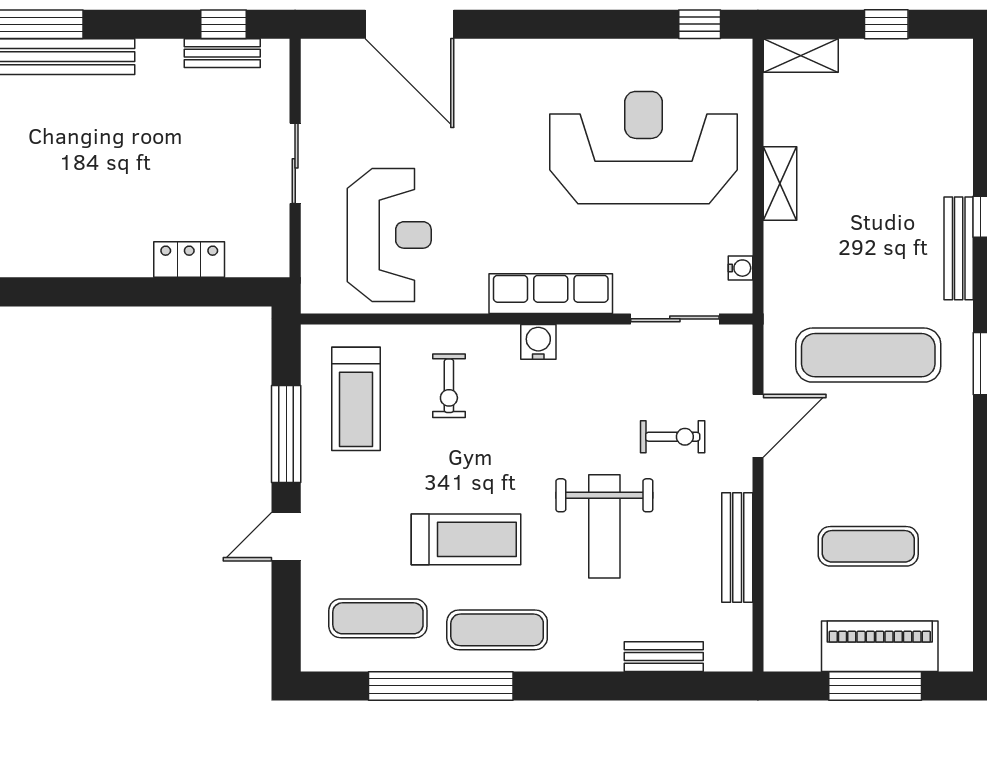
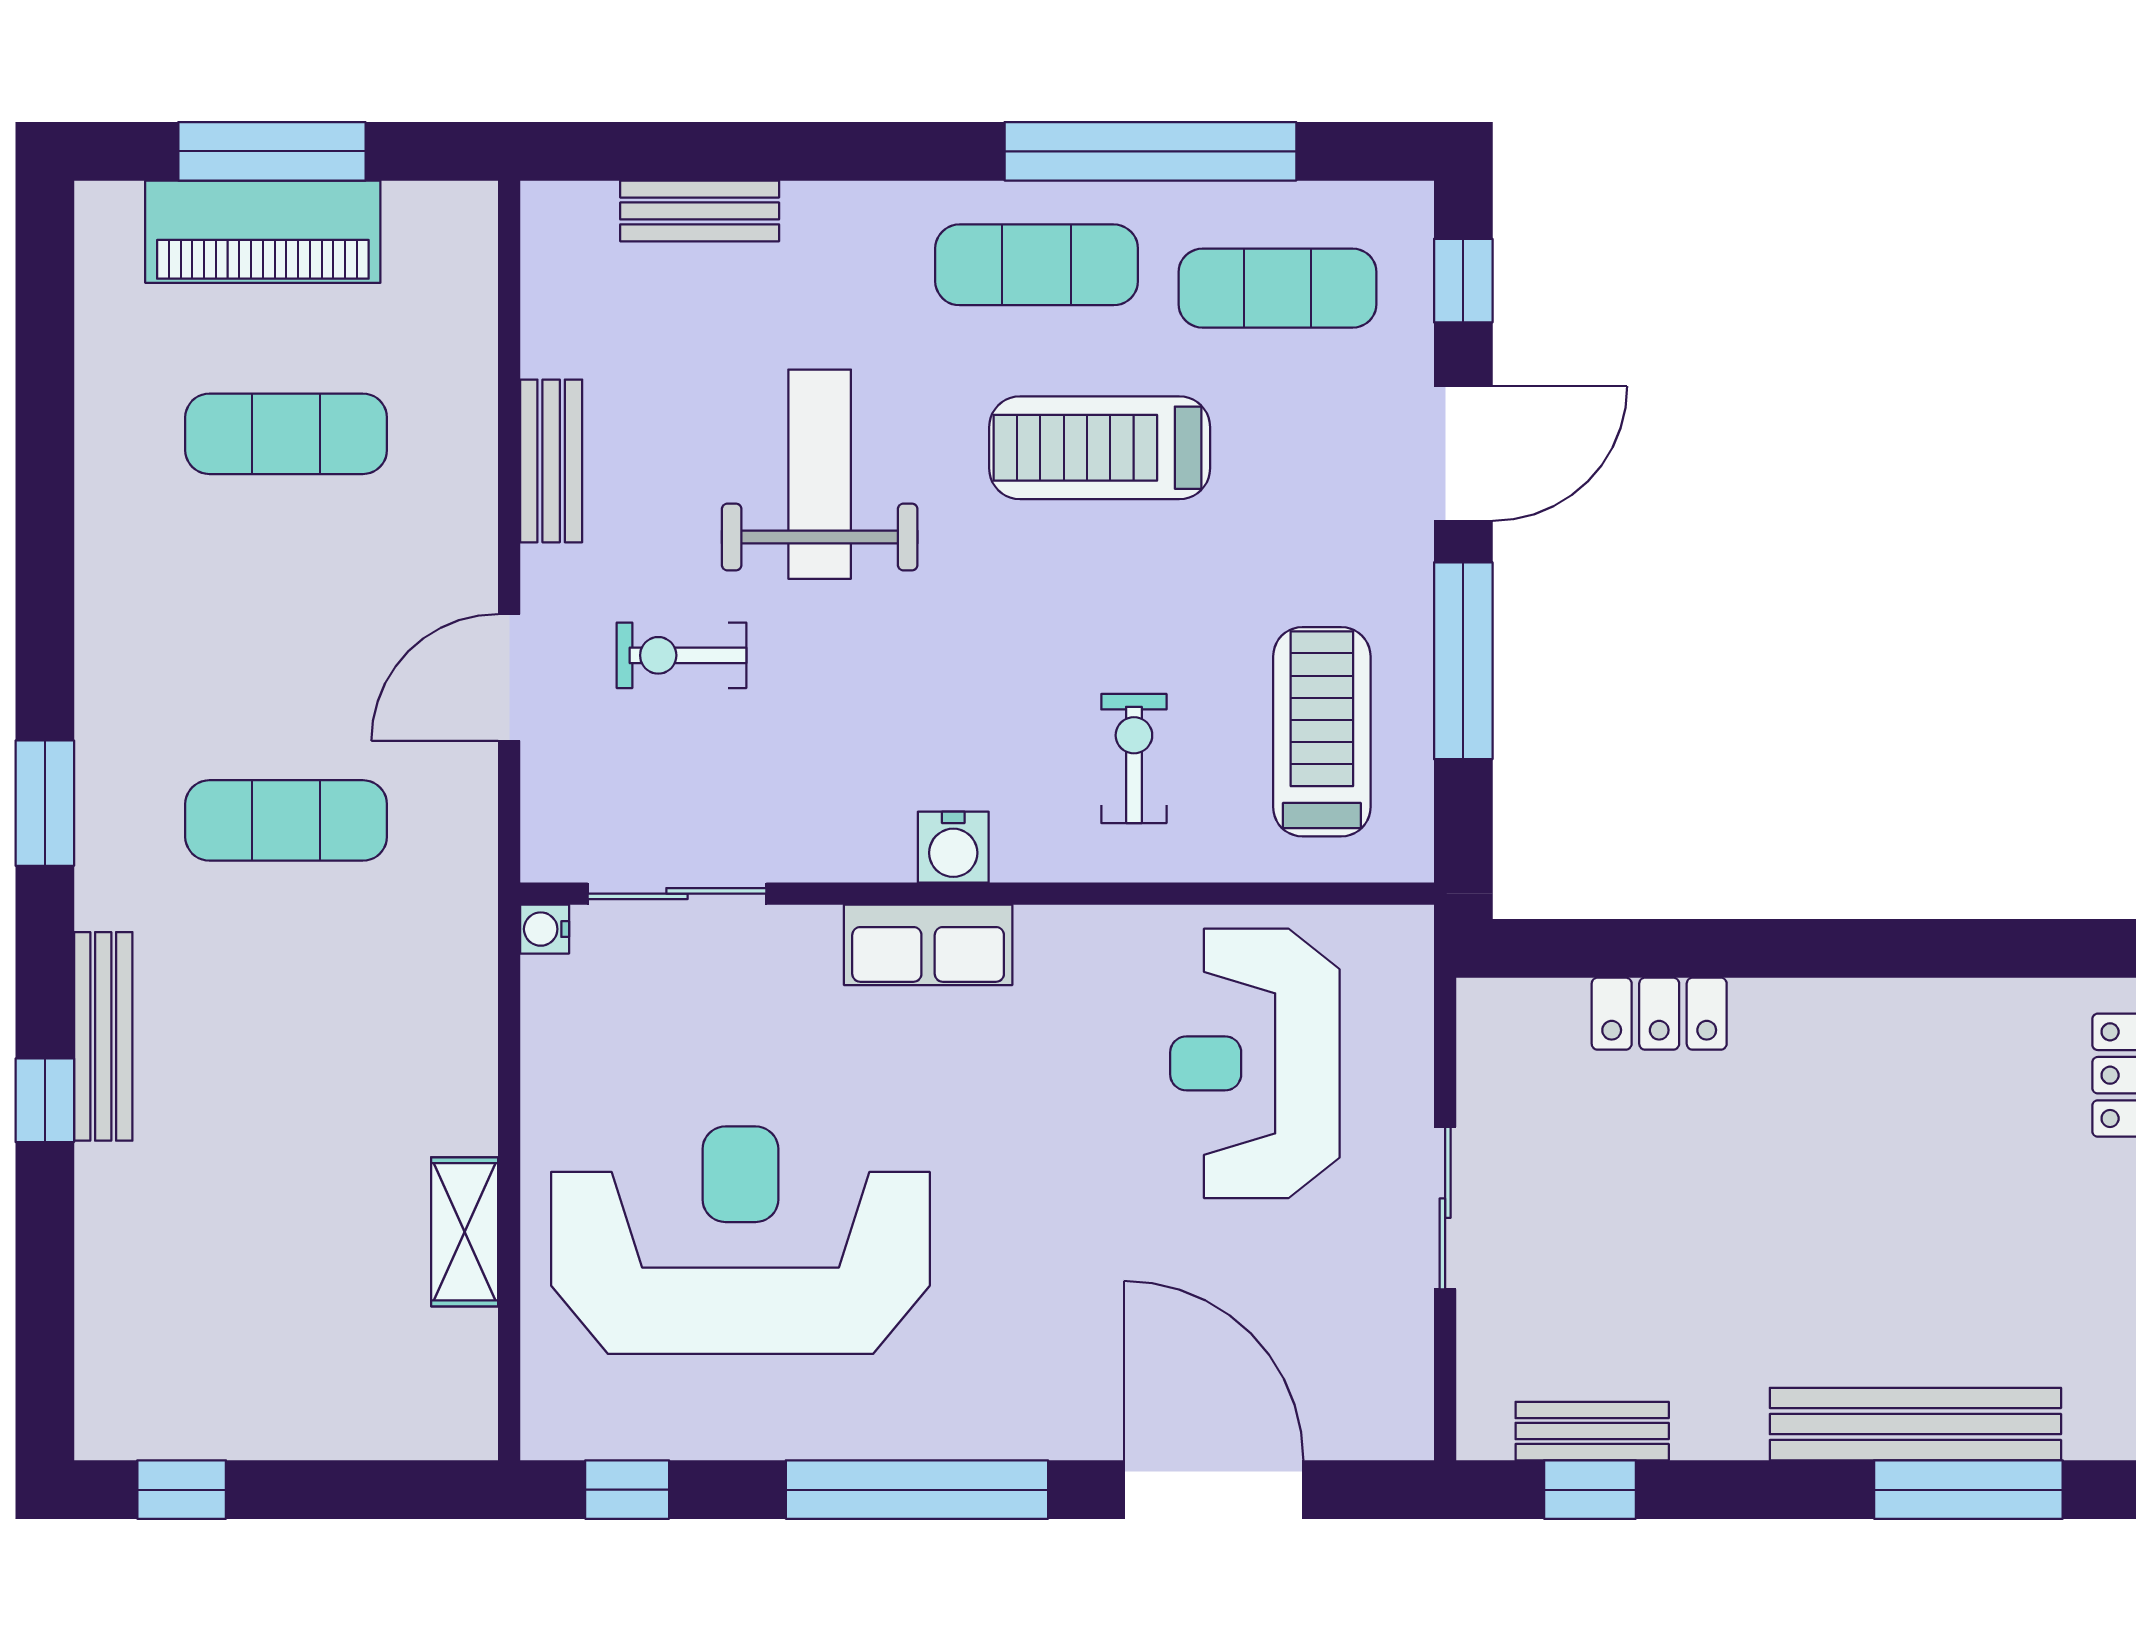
window: (556, 24) -> (917, 1490), added
window: (886, 24) -> (182, 1490), moved
shelving: (801, 56) -> (422, 1426), removed
reception desk: (644, 148) -> (740, 1240), turned 180
shelving: (780, 184) -> (465, 1232), moved
water cooler: (740, 268) -> (545, 929), moved
row of seats: (551, 294) -> (928, 945), width x0.68
exercise mat: (868, 355) -> (286, 820), width x0.73, depth x0.69
door: (286, 537) -> (1463, 454), width x1.38
bench: (737, 548) -> (551, 461), width x0.73
window: (286, 622) -> (1463, 281), added

